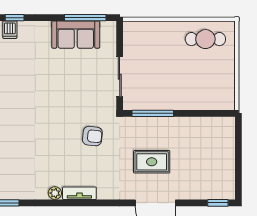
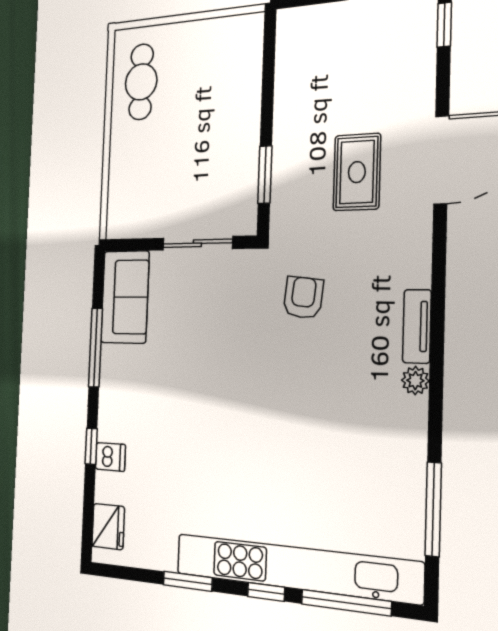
window: (85, 18) -> (95, 348), moved
sofa: (76, 35) -> (125, 297), moved
window: (153, 113) -> (265, 175), width x0.69

